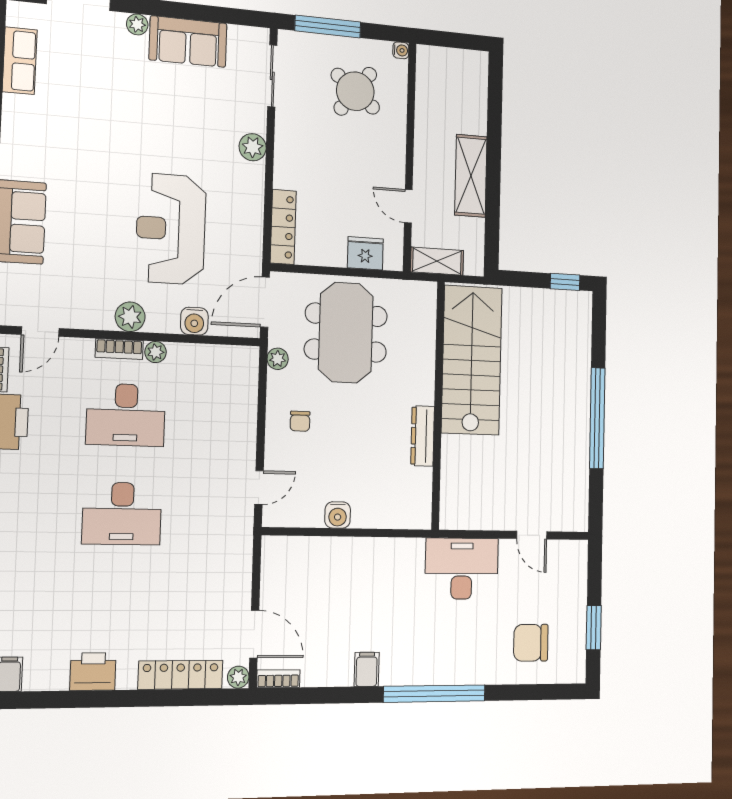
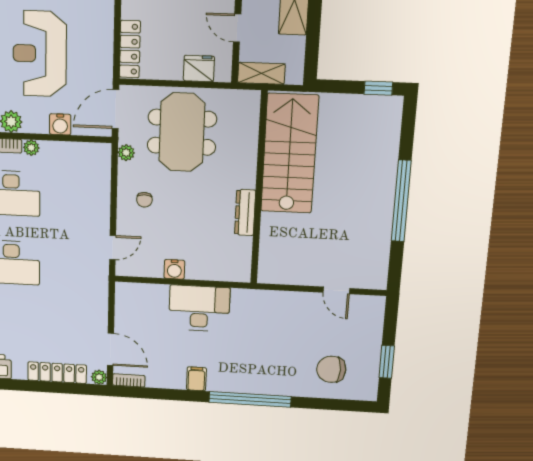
desk: (462, 569) -> (199, 308), moved

